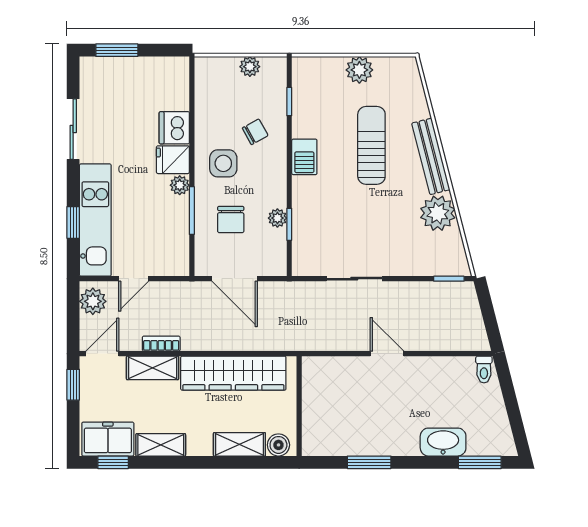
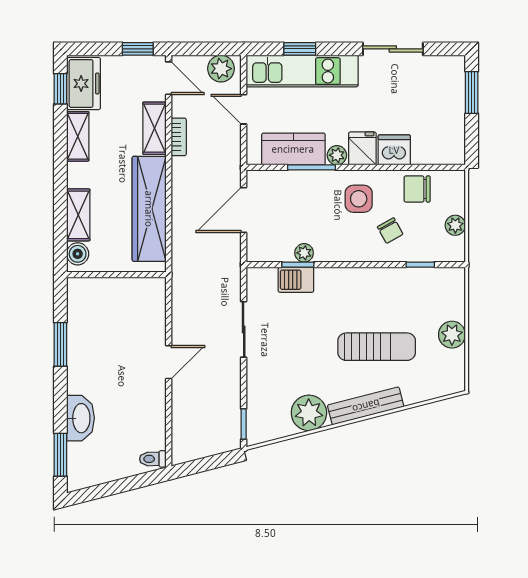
barbecue: (304, 157) -> (296, 280), moved
chair: (231, 220) -> (417, 189), moved
kitchen counter: (173, 229) -> (293, 149), added

